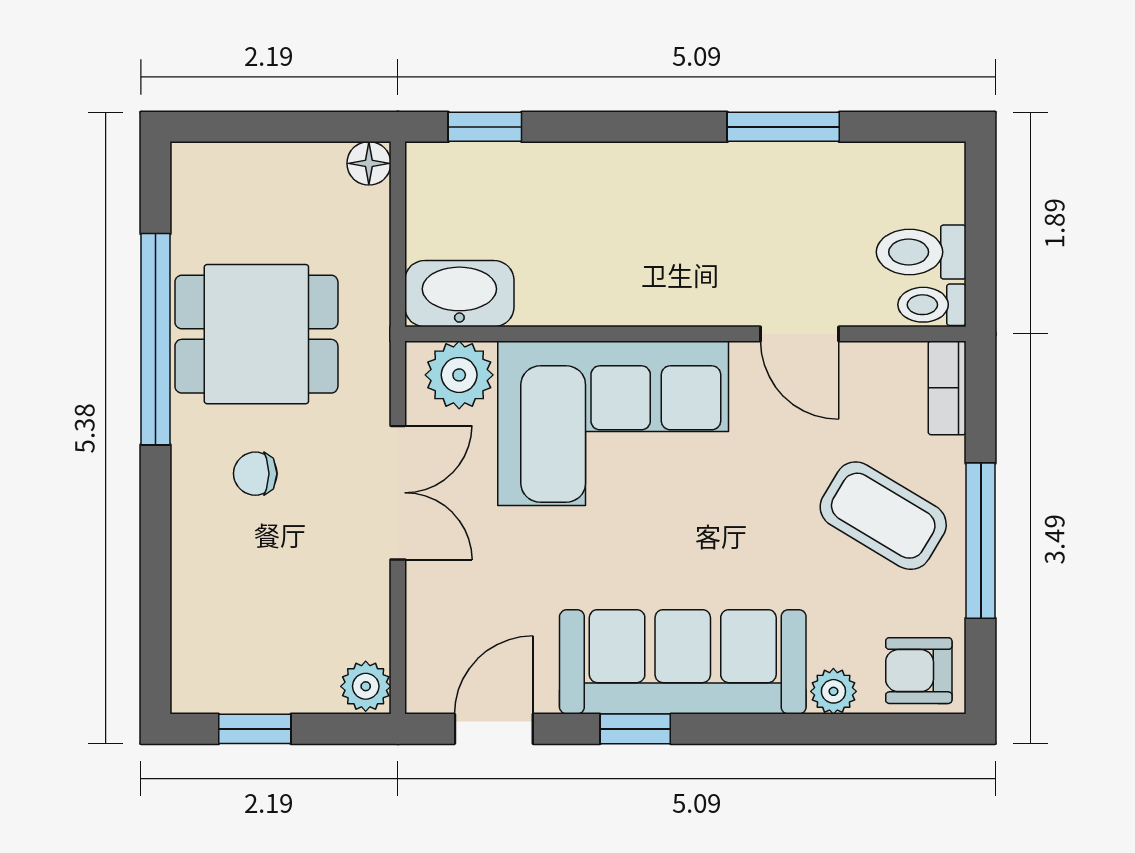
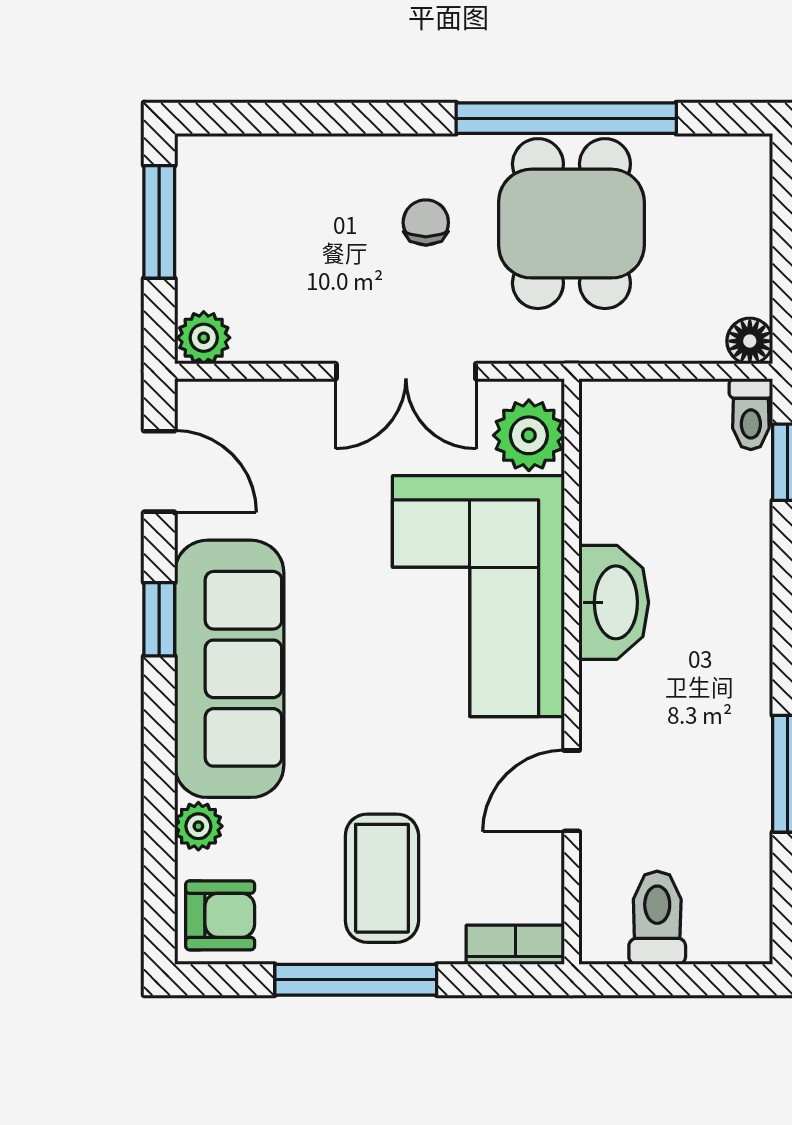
washbasin: (459, 294) -> (614, 602), moved
toilet: (932, 305) -> (751, 414), moved, turned 180
coffee table: (883, 516) -> (382, 878), turned -31
armchair: (919, 671) -> (220, 915), turned 90
window: (255, 729) -> (159, 222), width x1.50

